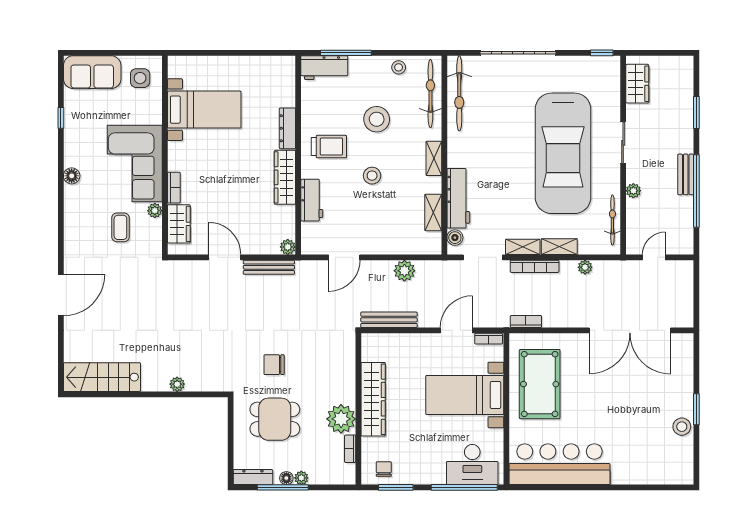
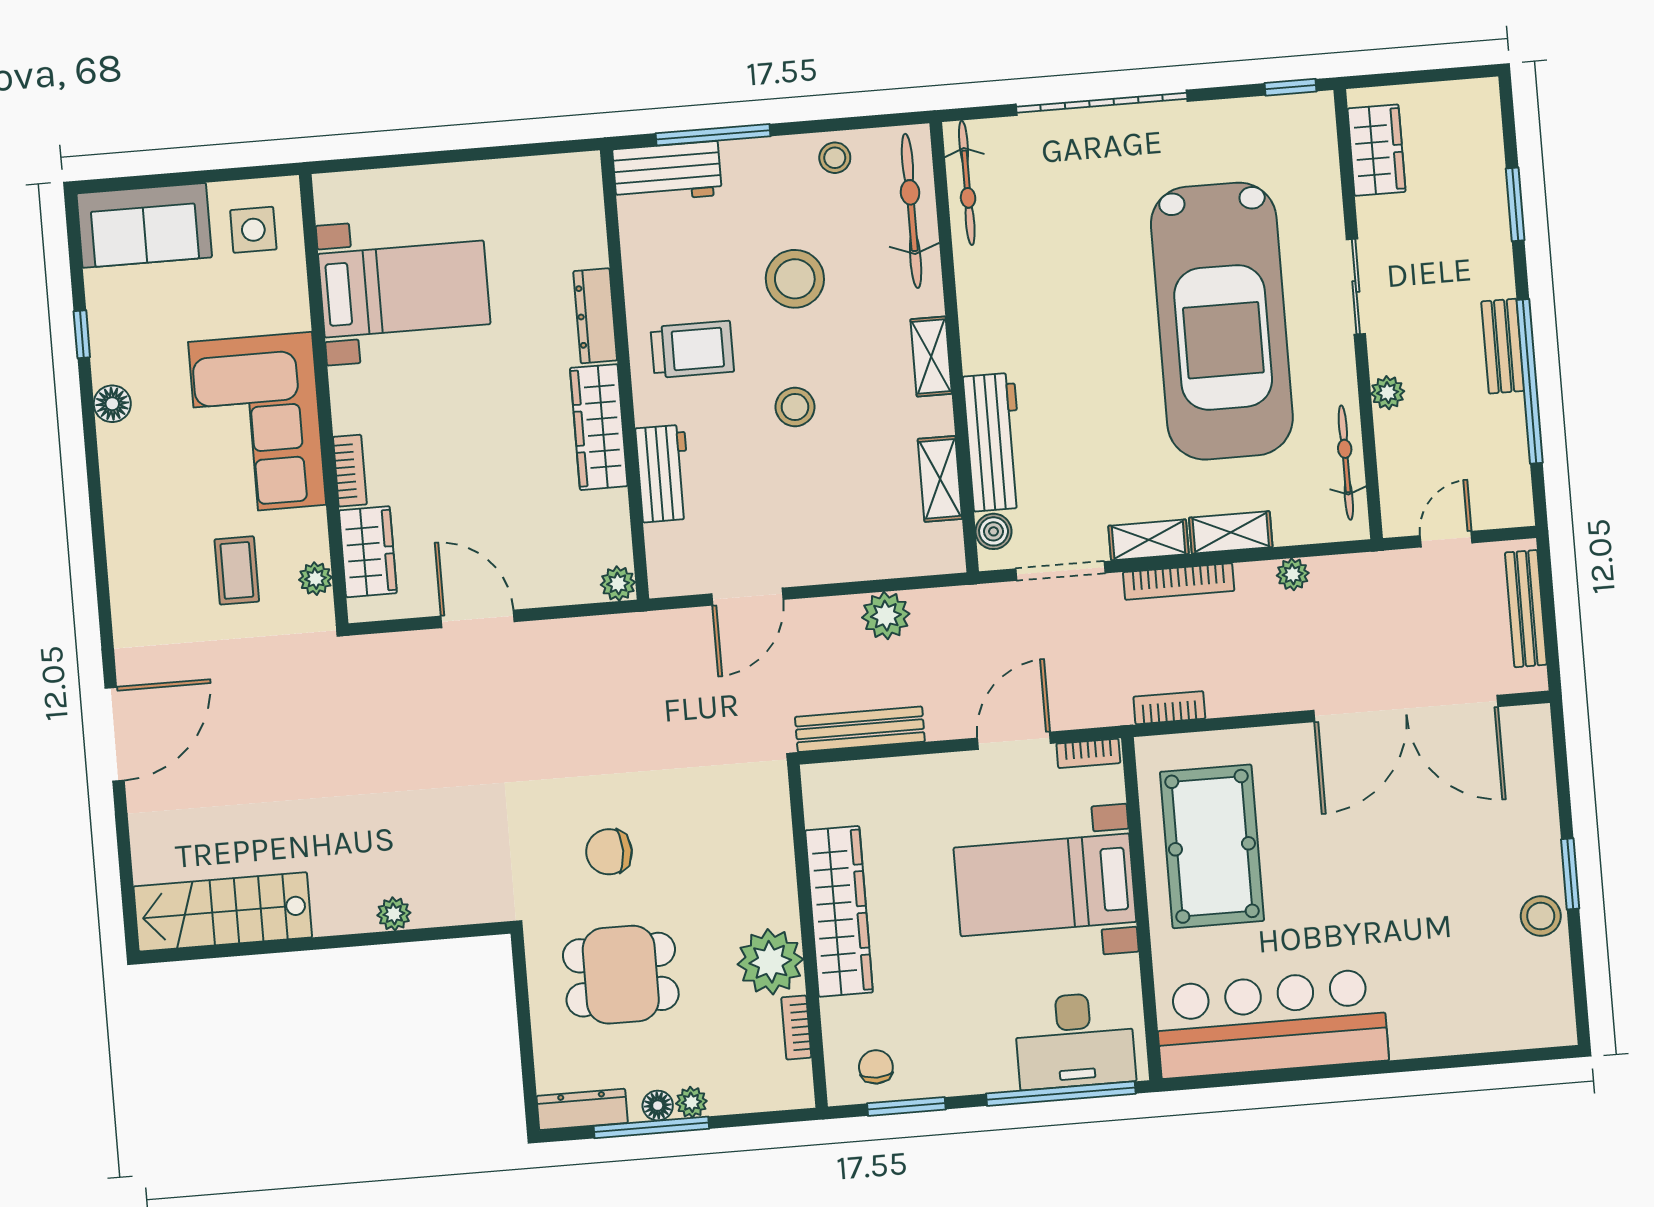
bicycle: (459, 93) -> (967, 183), width x0.73, depth x0.71
floor lamp: (72, 176) -> (112, 404), moved
plant: (155, 211) -> (315, 579), moved
bench: (269, 267) -> (1526, 609), moved, turned 90

